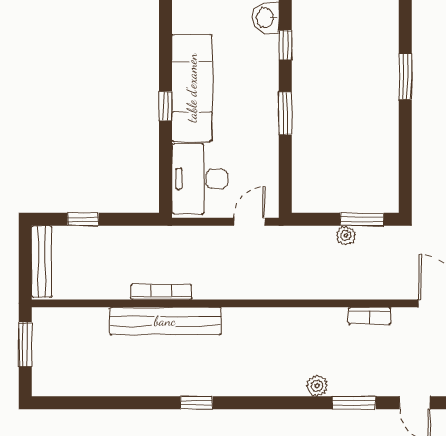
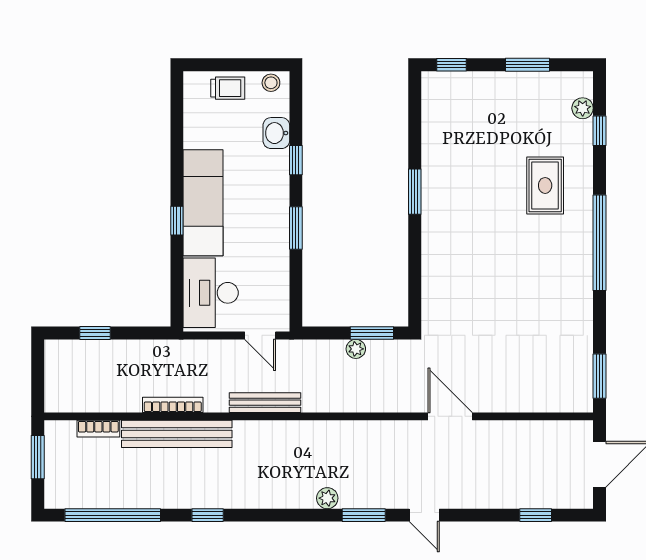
door: (249, 222) -> (260, 335), swing flipped
bench: (42, 261) -> (265, 403), moved, turned 90
bookcase: (370, 316) -> (98, 429), moved
window: (101, 403) -> (113, 515), added

